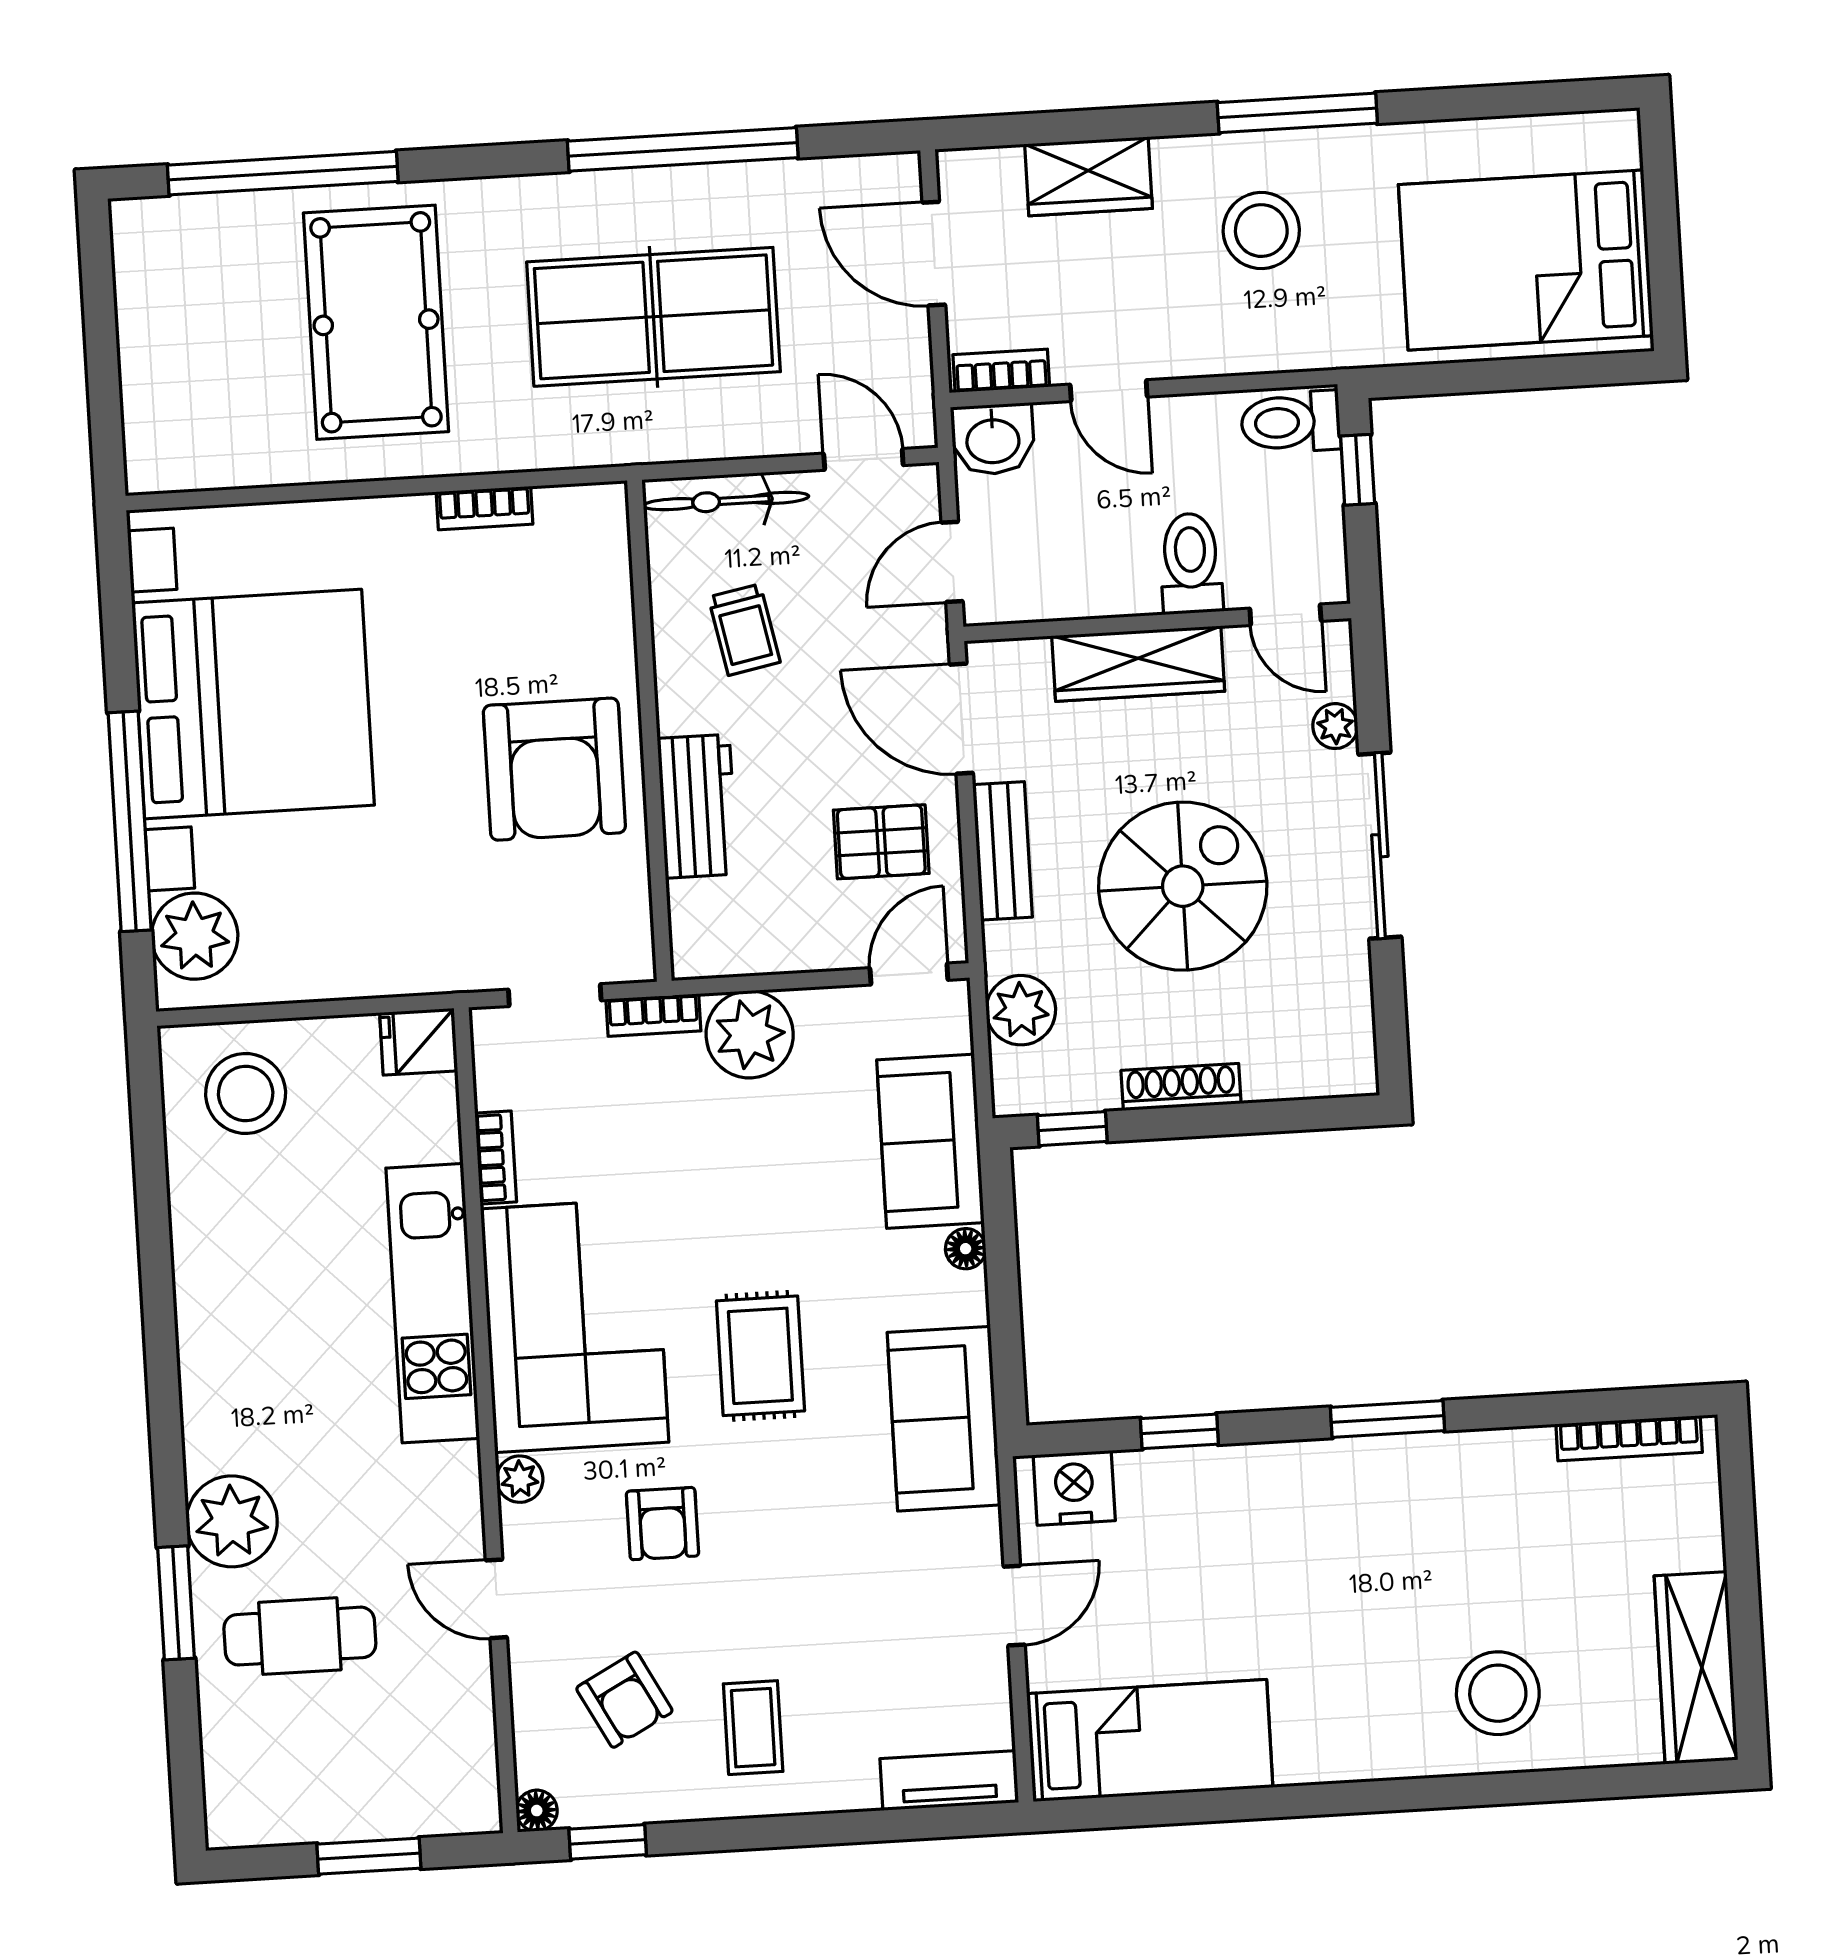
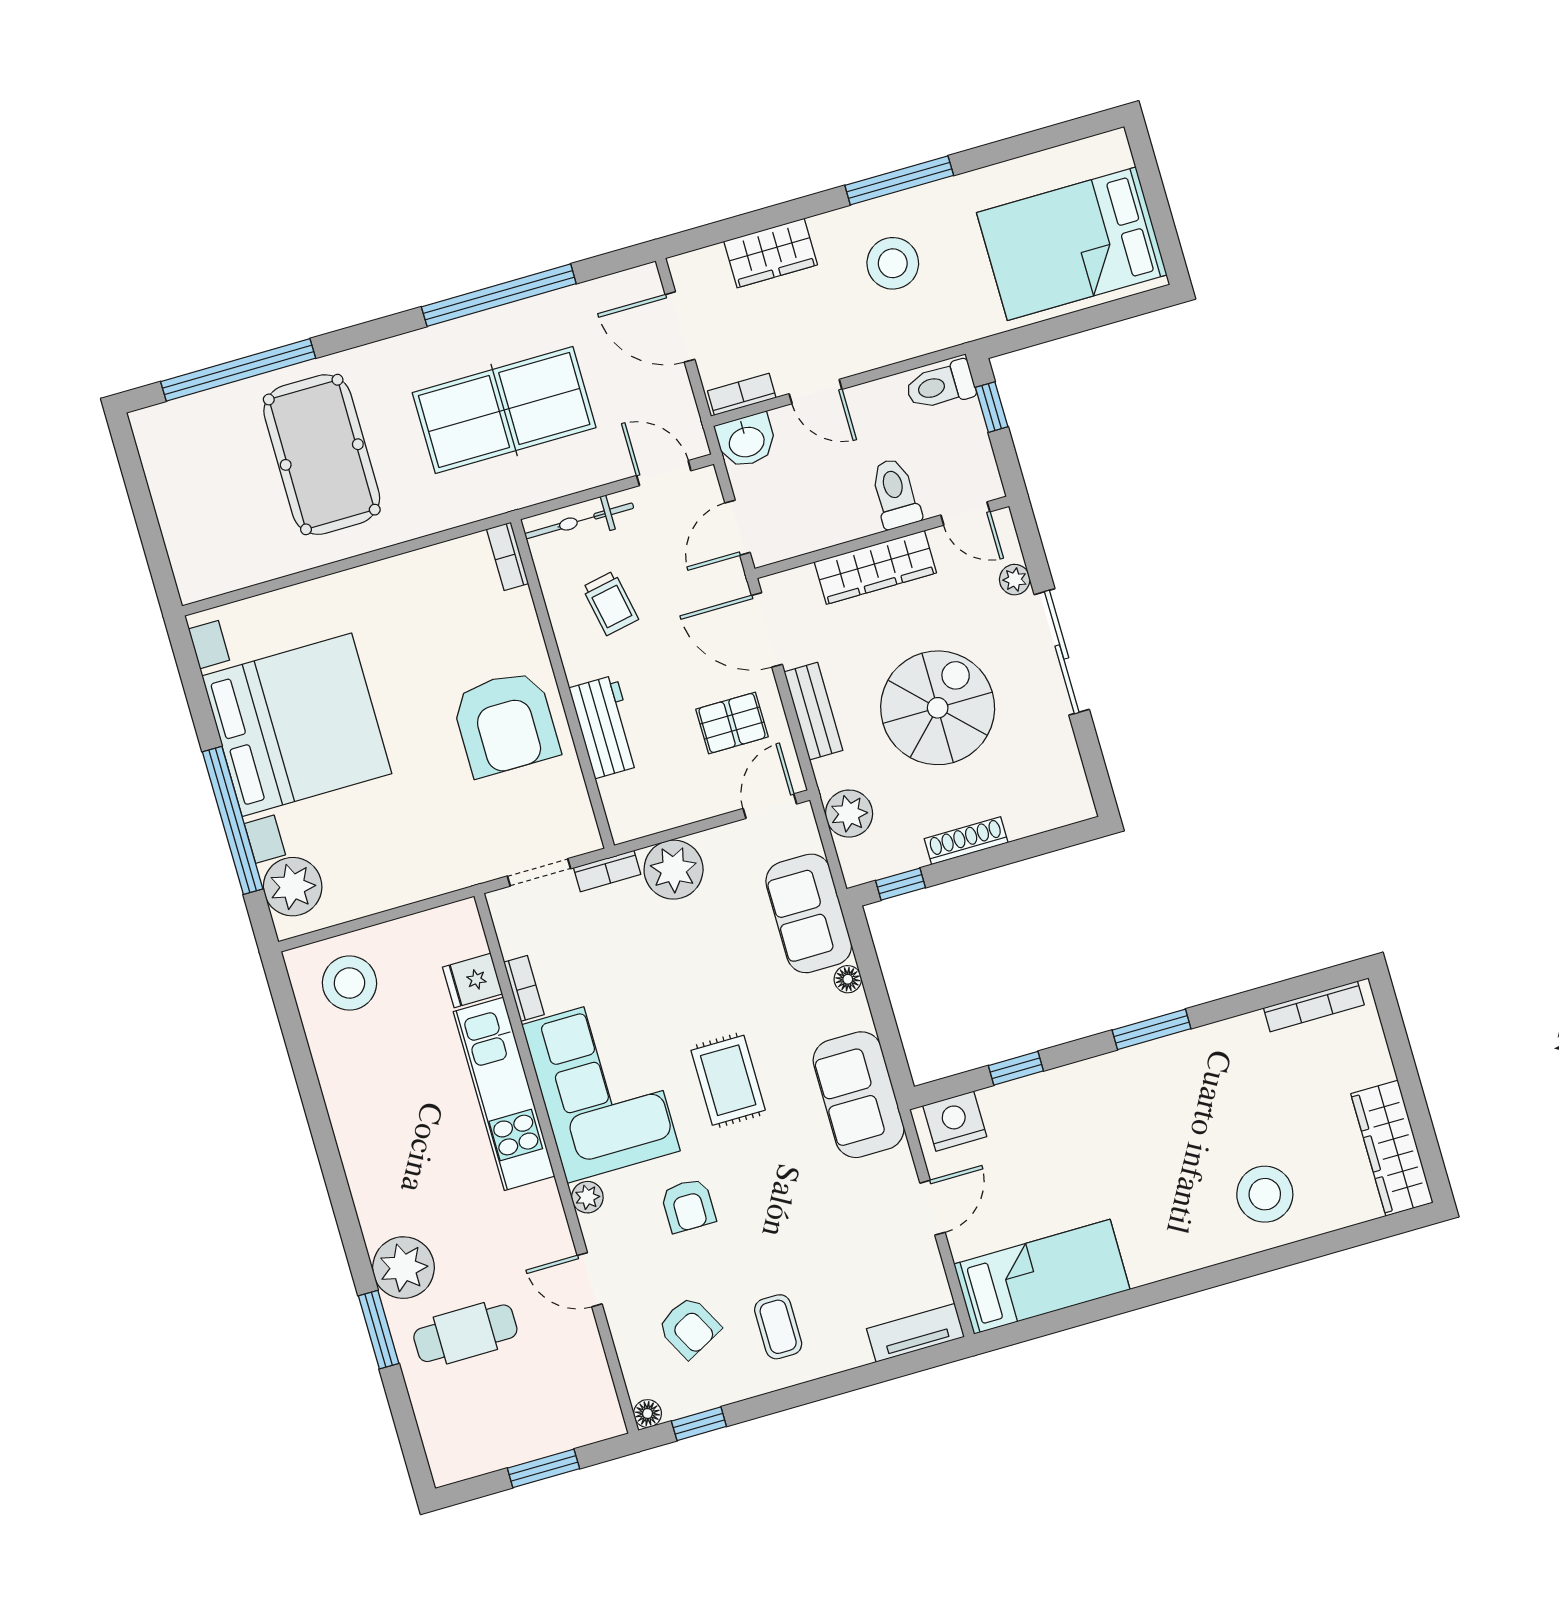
bookcase: (484, 508) -> (508, 556), moved, turned 90
fridge: (419, 1042) -> (472, 981), moved

